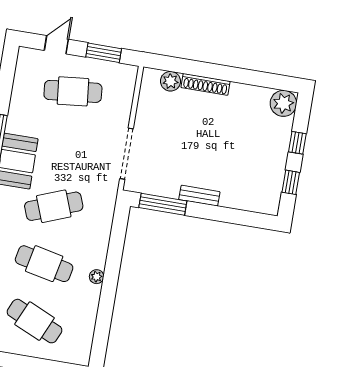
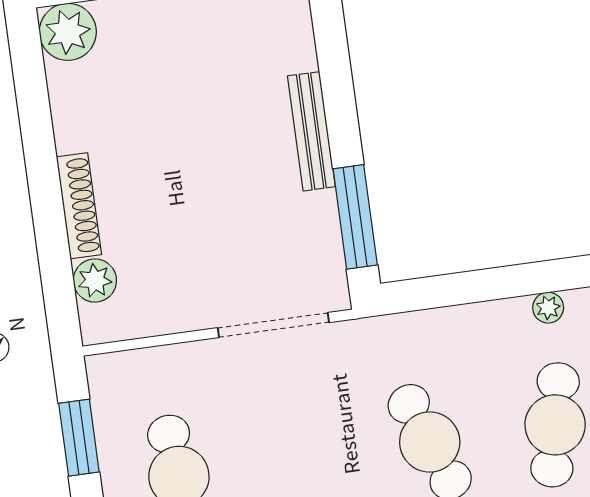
bench: (199, 196) -> (311, 131), width x1.36

